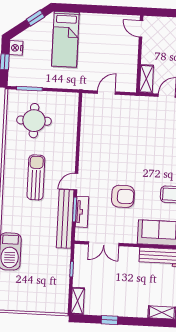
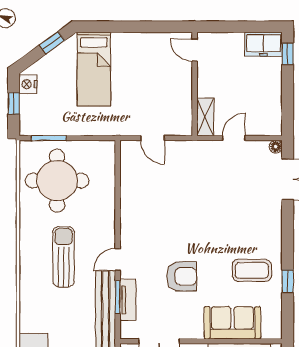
door: (106, 93) -> (152, 138), swing flipped
round table: (34, 121) -> (57, 181), width x1.36, depth x1.36

